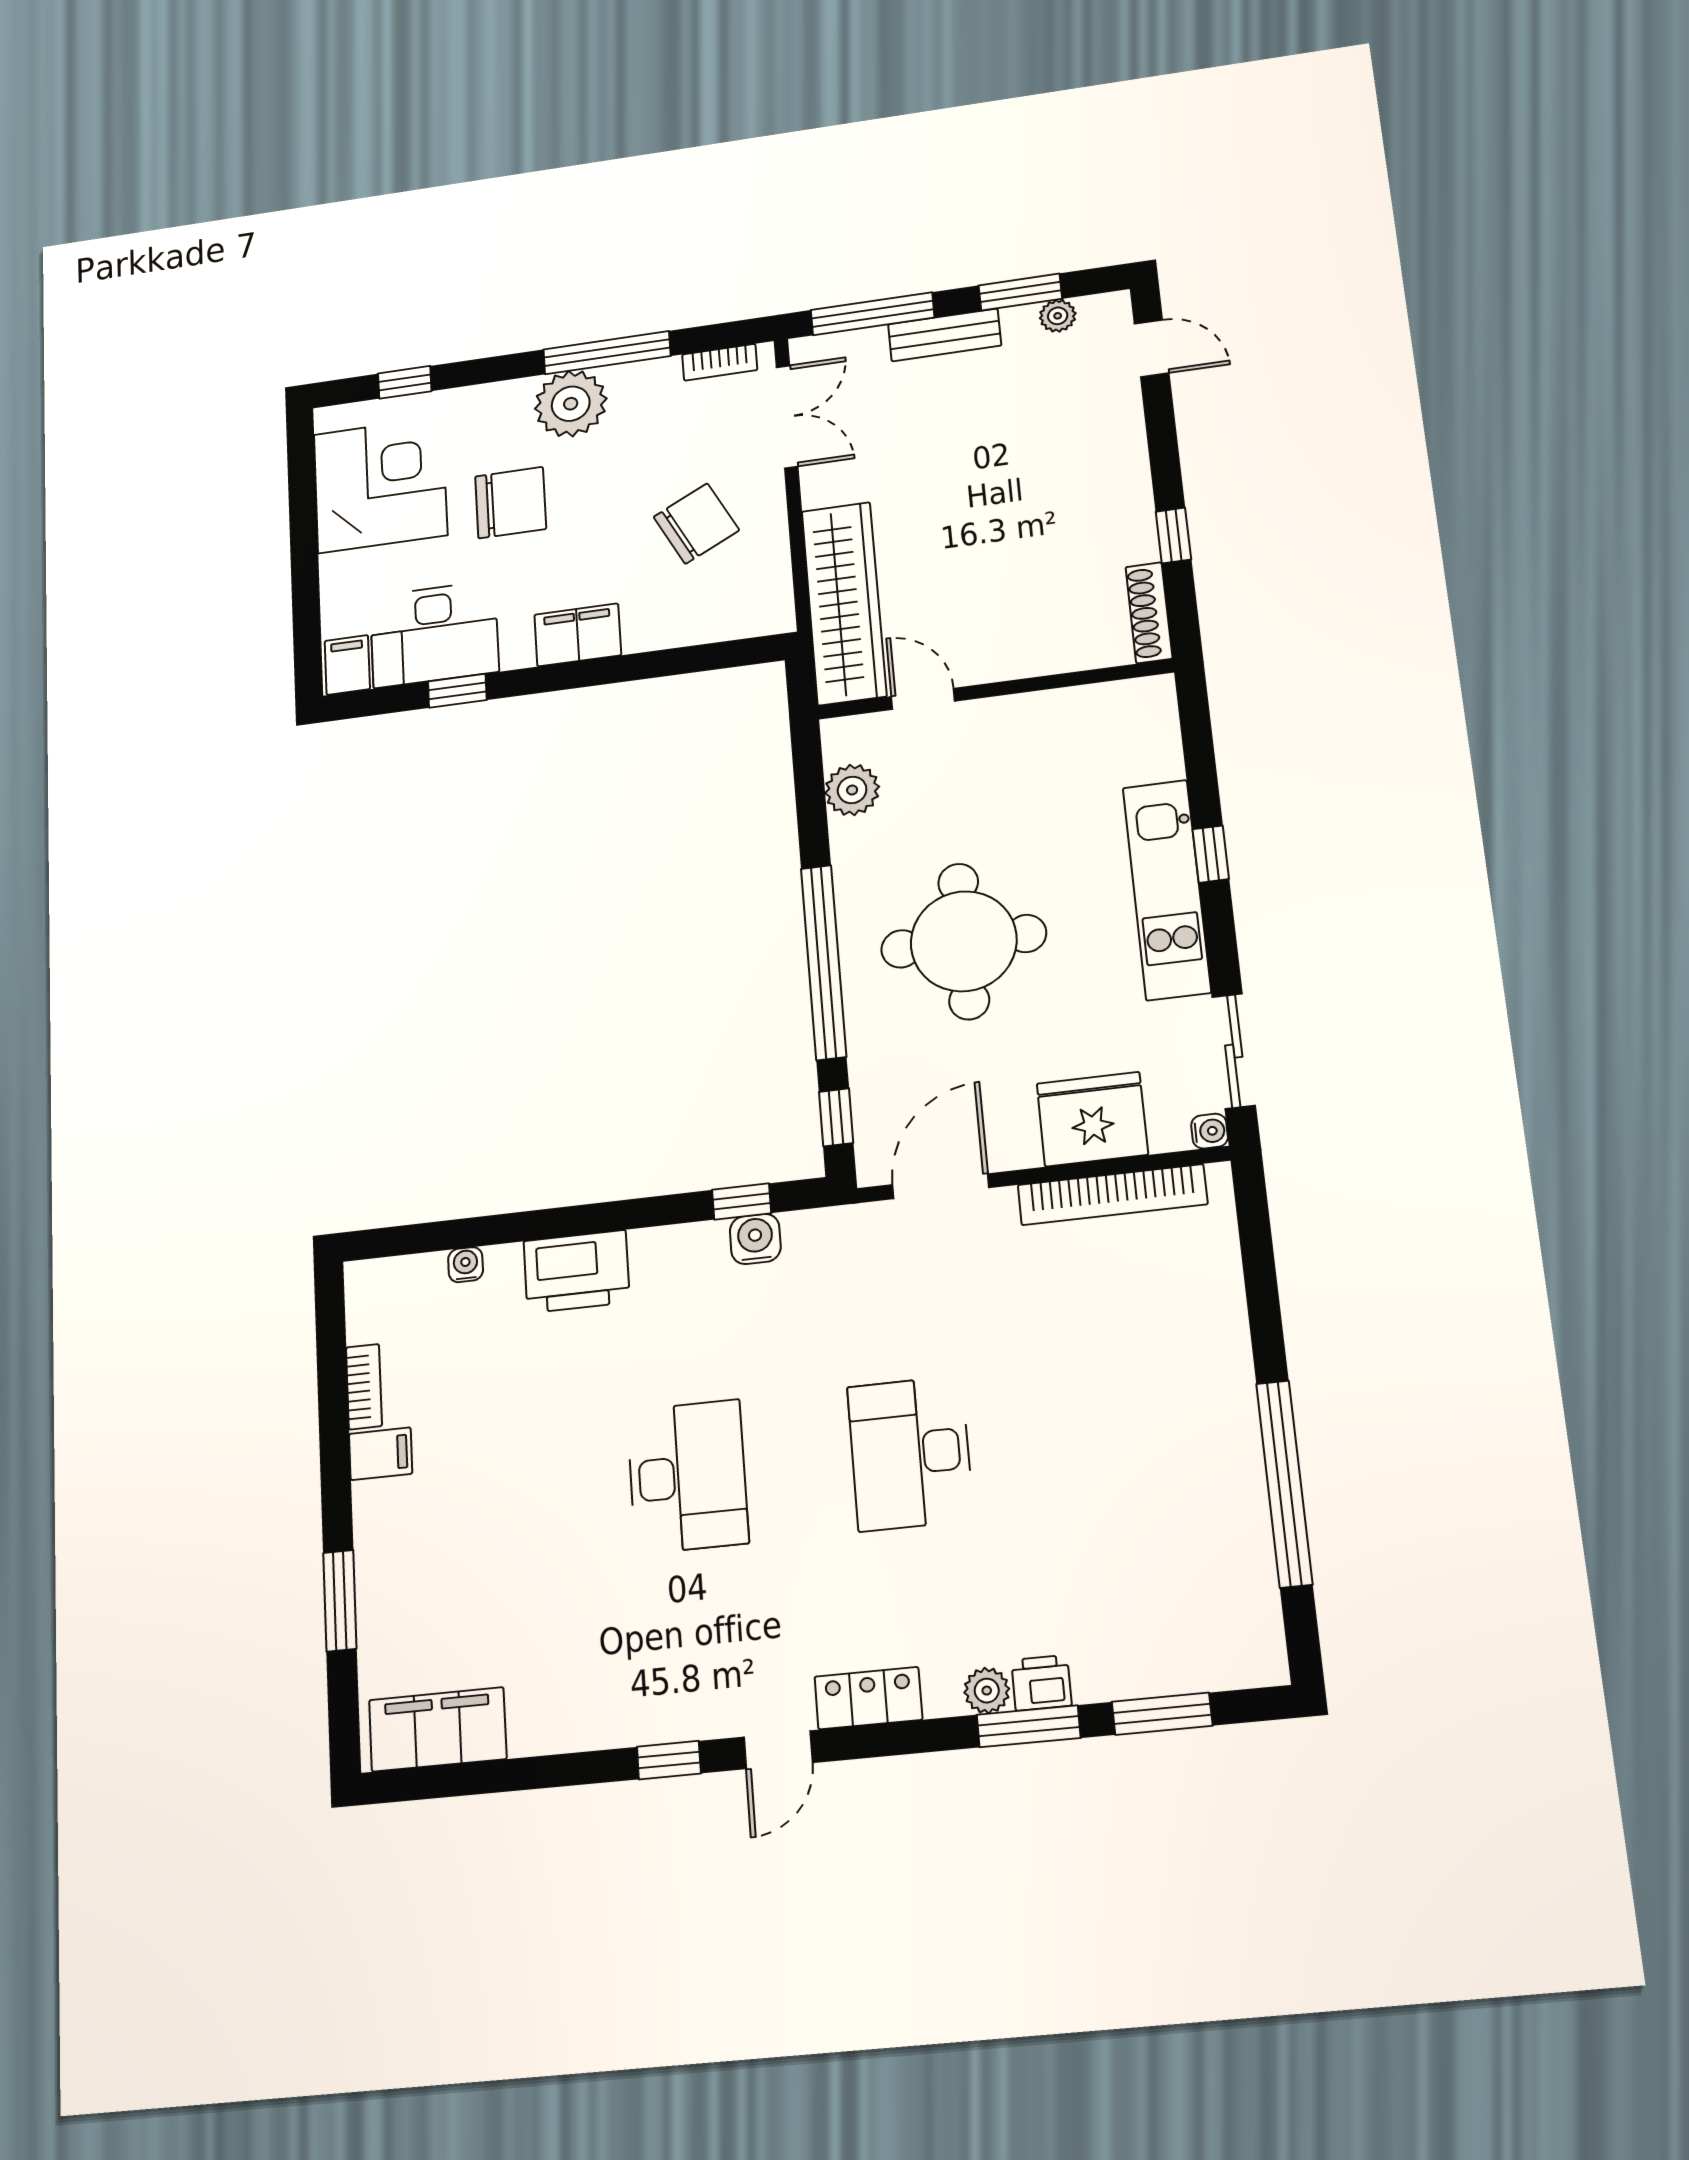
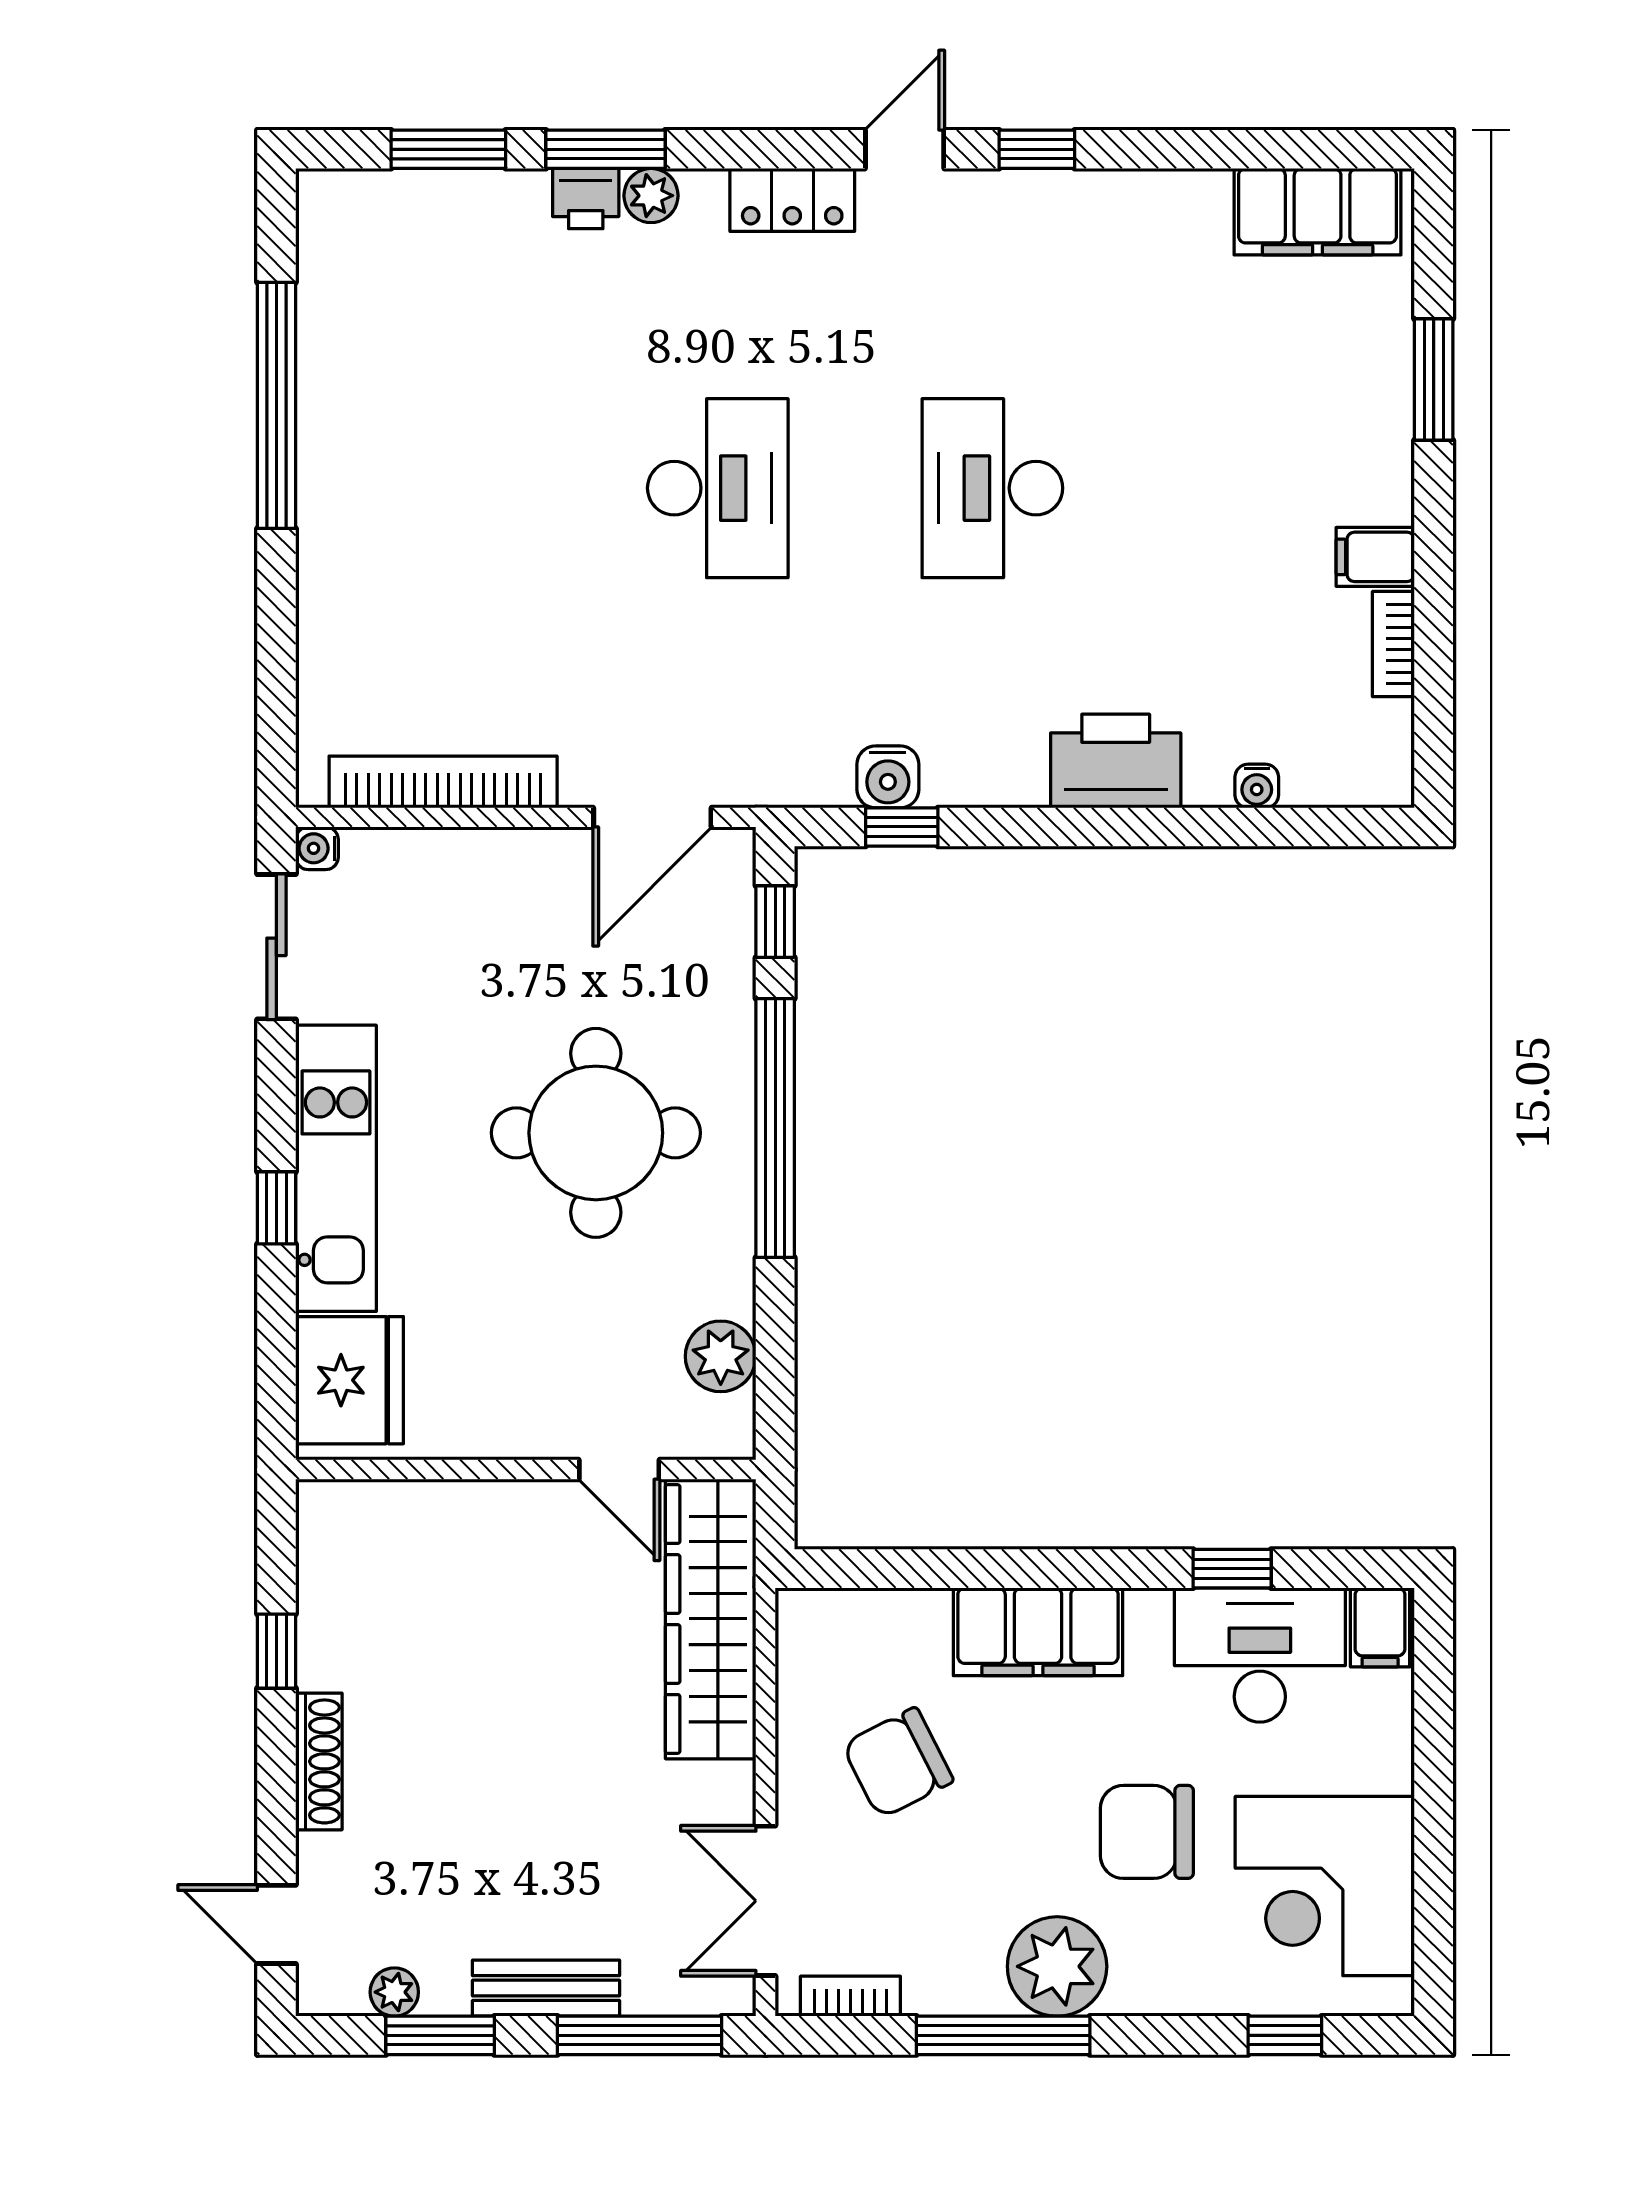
shoe rack: (1149, 613) -> (319, 1761), moved
filing cabinet: (578, 635) -> (1038, 1632), width x1.50, depth x1.17
fridge: (1092, 1119) -> (350, 1380), moved, turned -90

